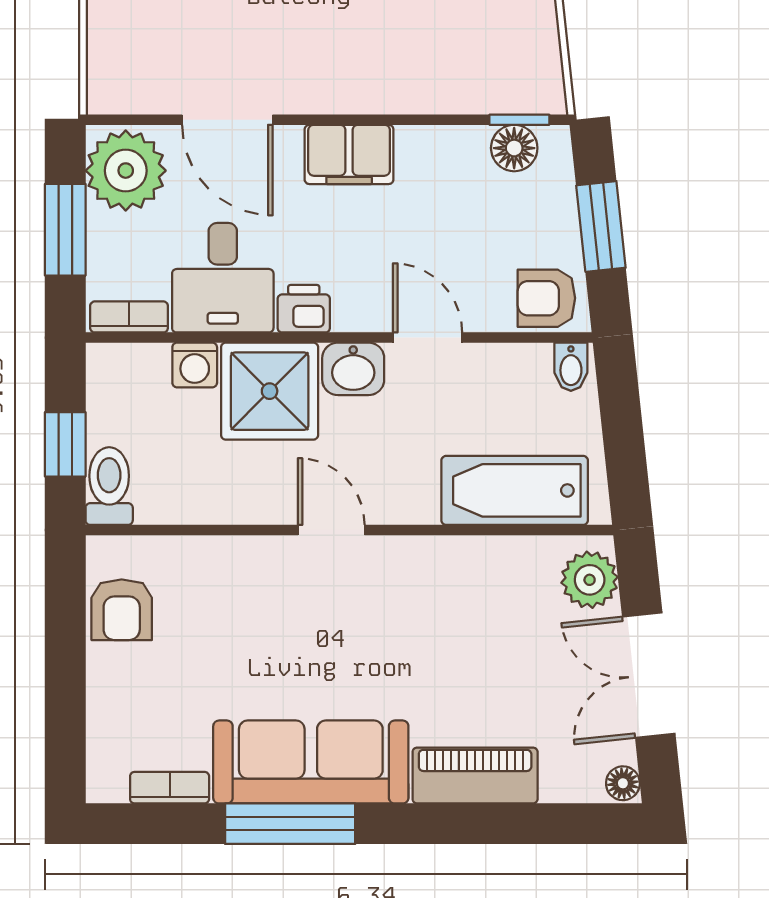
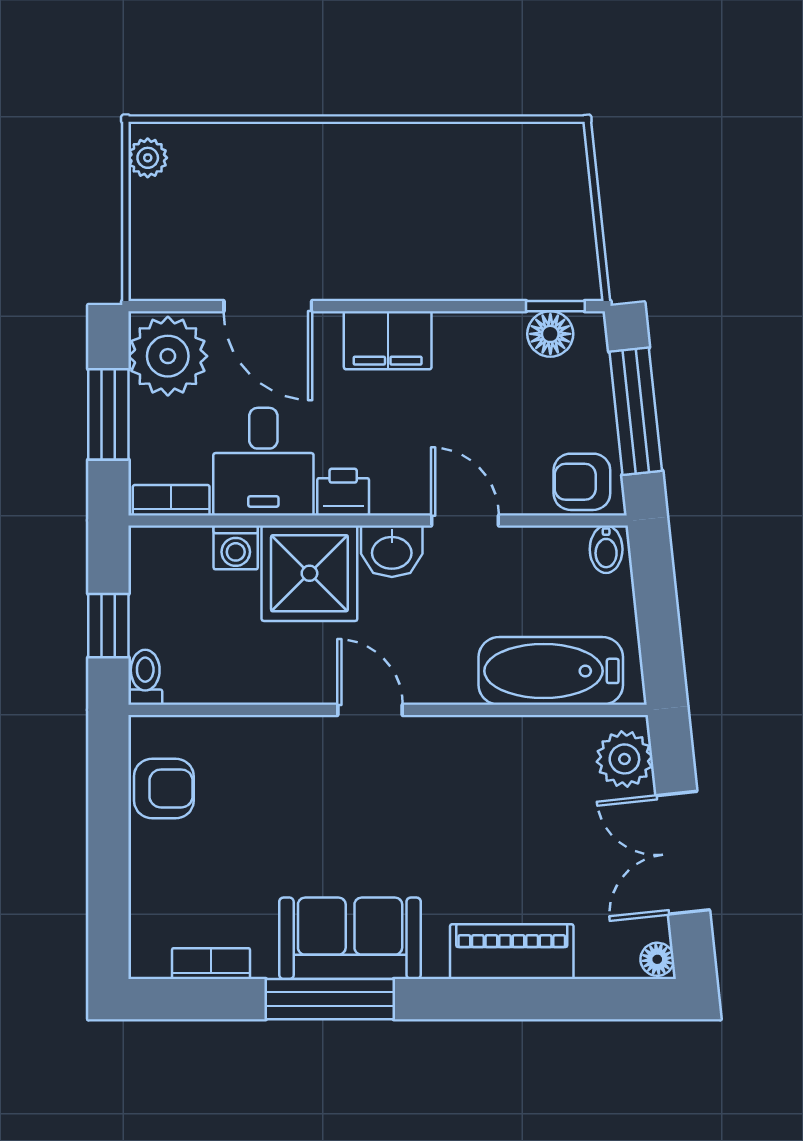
window: (601, 227) -> (636, 411), width x1.44
toilet: (109, 486) -> (145, 677), width x0.73, depth x0.72
armchair: (122, 610) -> (164, 788), turned -90
sofa: (311, 762) -> (350, 938), width x0.73

